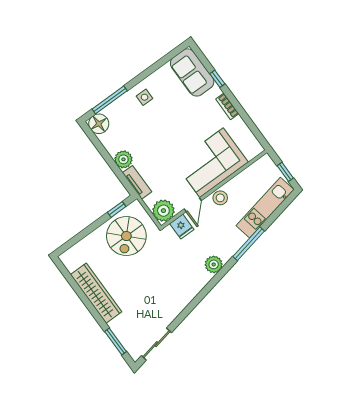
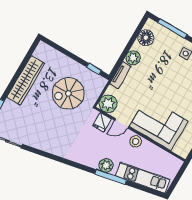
floor lamp: (99, 124) -> (146, 38), moved
window: (285, 172) -> (175, 181), removed
spiral stairs: (126, 236) -> (68, 93), moved
plant: (214, 264) -> (106, 165), moved

